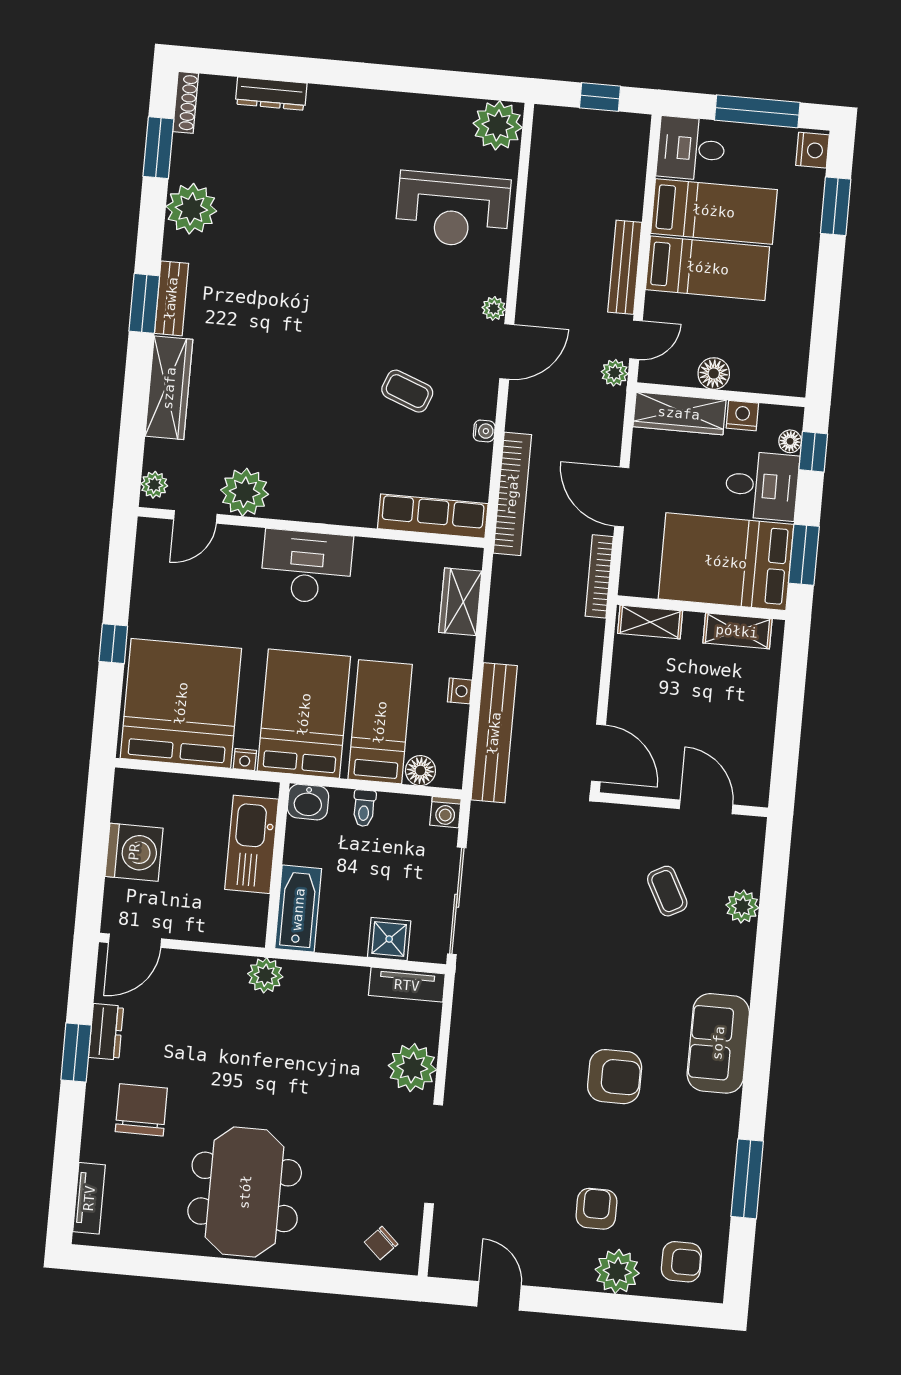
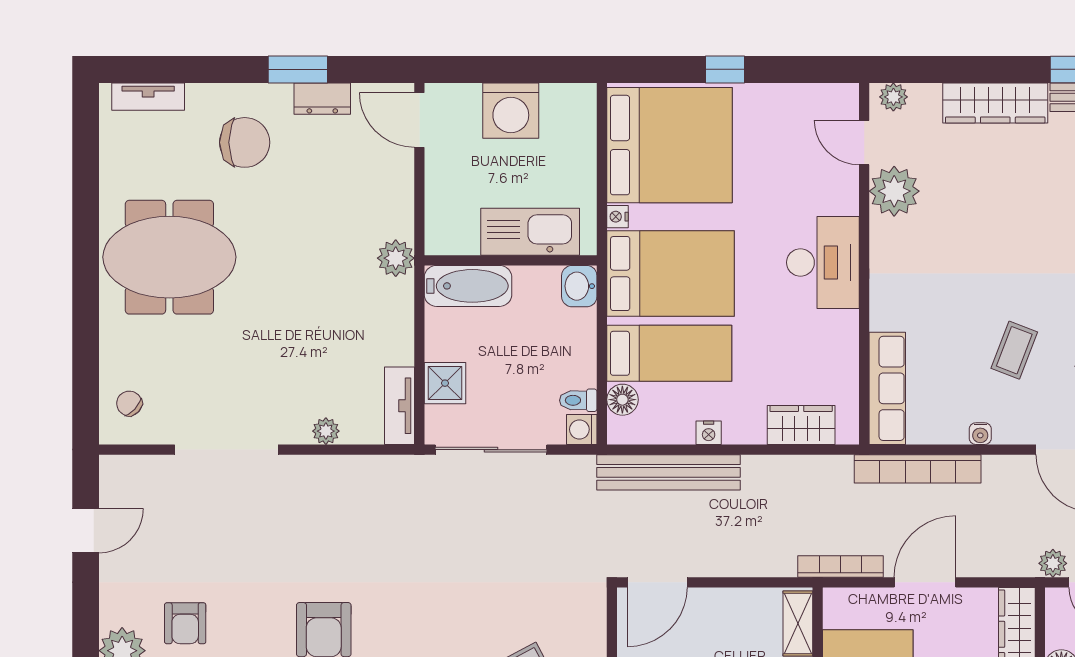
toilet: (364, 808) -> (578, 400), moved
plant: (412, 1068) -> (326, 431), width x0.53, depth x0.53
armchair: (596, 1209) -> (185, 623), turned 90

